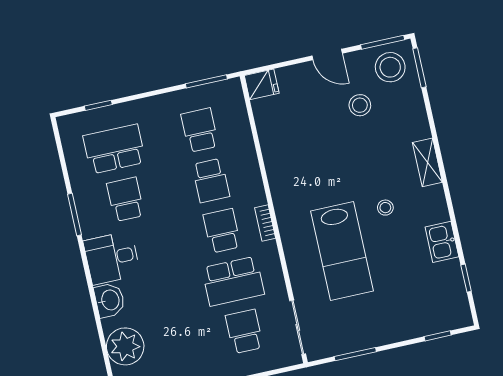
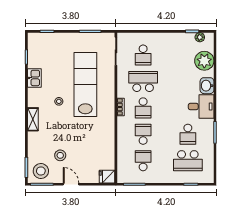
school desk: (200, 130) -> (143, 161), turned 180
lab bench: (342, 251) -> (85, 84), width x1.36

